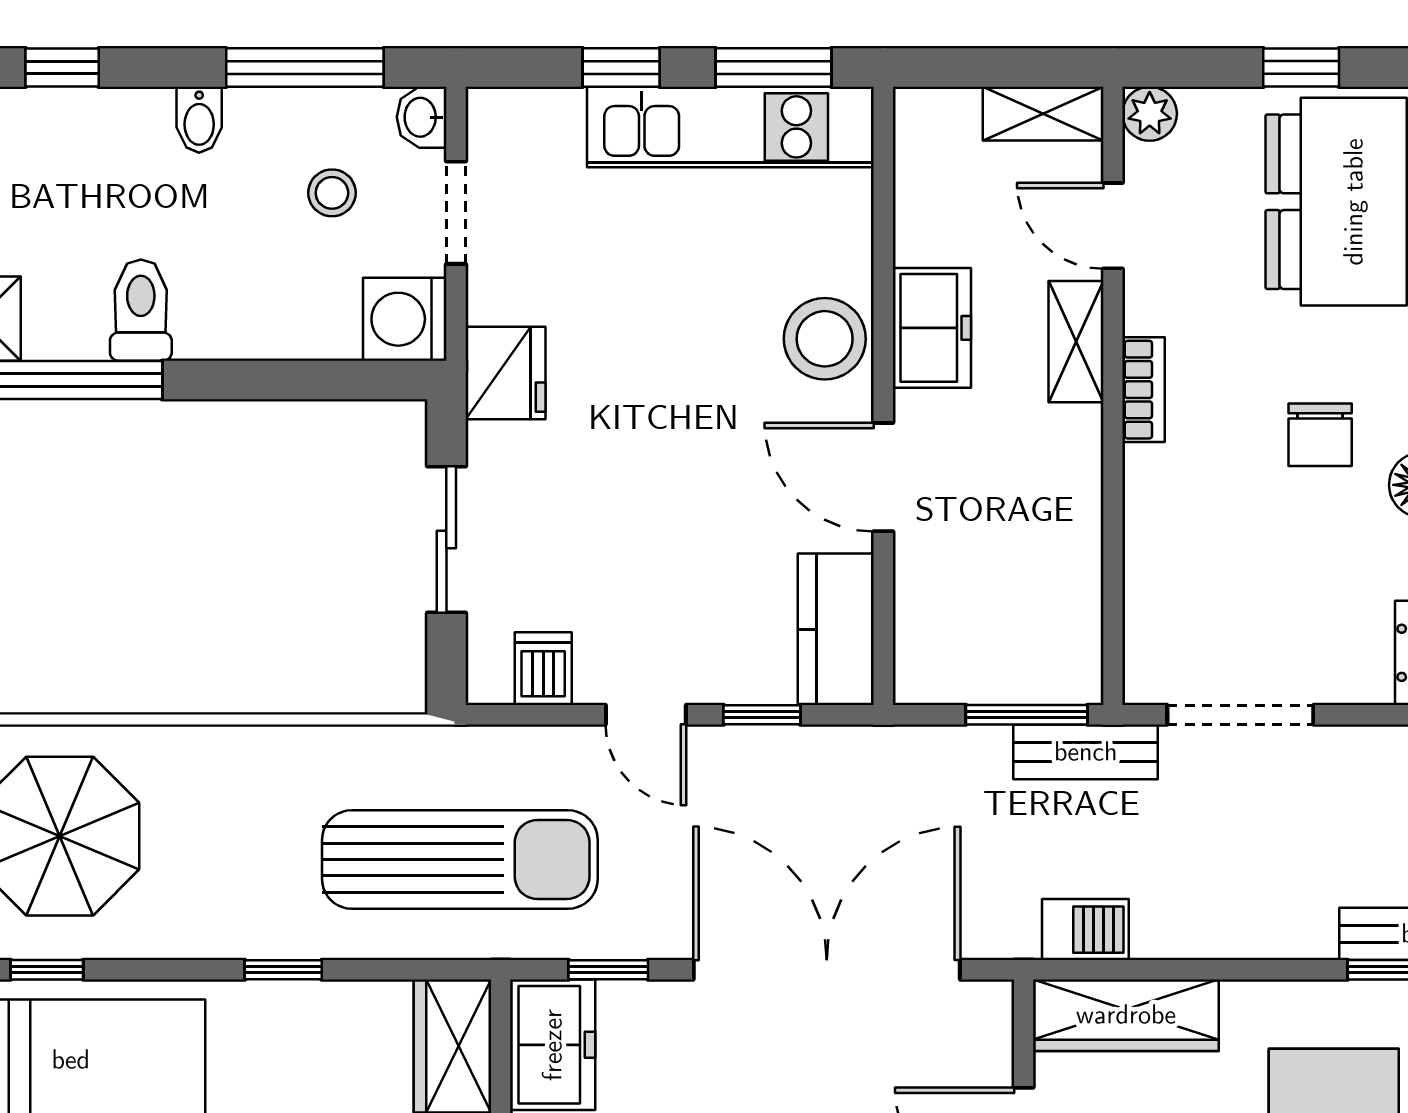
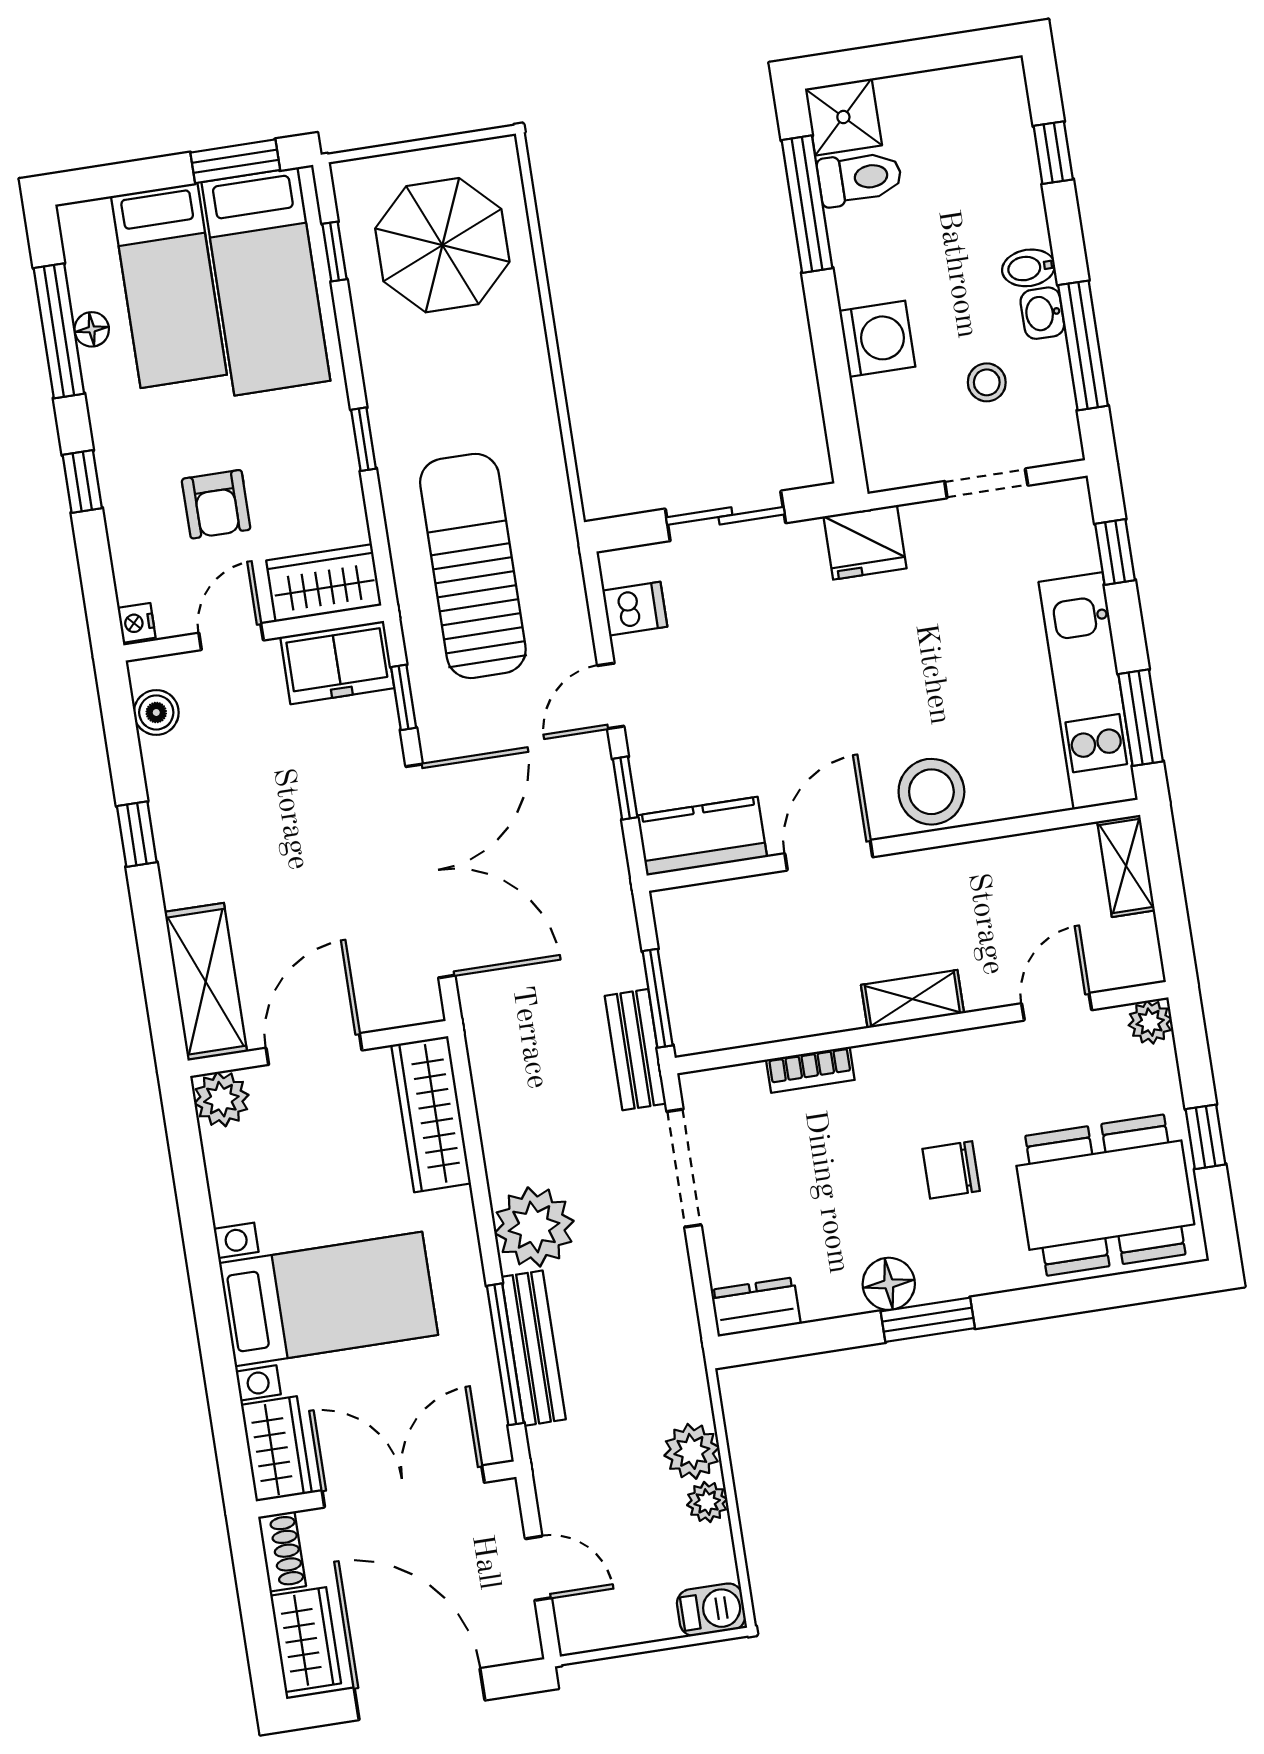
window: (621, 67) -> (1115, 552), moved
shelving: (1043, 114) -> (1126, 866), moved
washbasin: (422, 117) -> (1042, 313), moved, turned -90
toilet: (141, 310) -> (860, 178), moved
washing machine: (405, 319) -> (877, 339), moved, turned 90
freezer: (932, 328) -> (953, 876), removed
shelving: (1076, 342) -> (912, 999), moved
bookcase: (1143, 390) -> (810, 1070), moved
chair: (1320, 435) -> (951, 1170), moved
sun lounger: (460, 860) -> (473, 566), turned 180
plant: (1284, 910) -> (534, 1227), added
barbecue: (1085, 930) -> (494, 1071), removed

